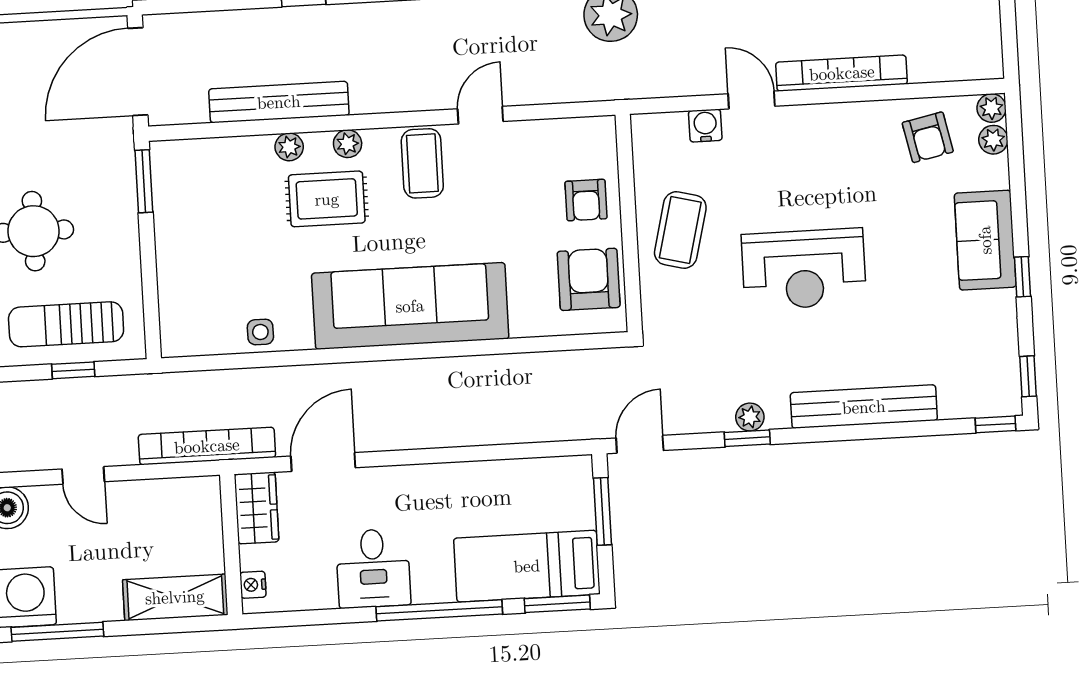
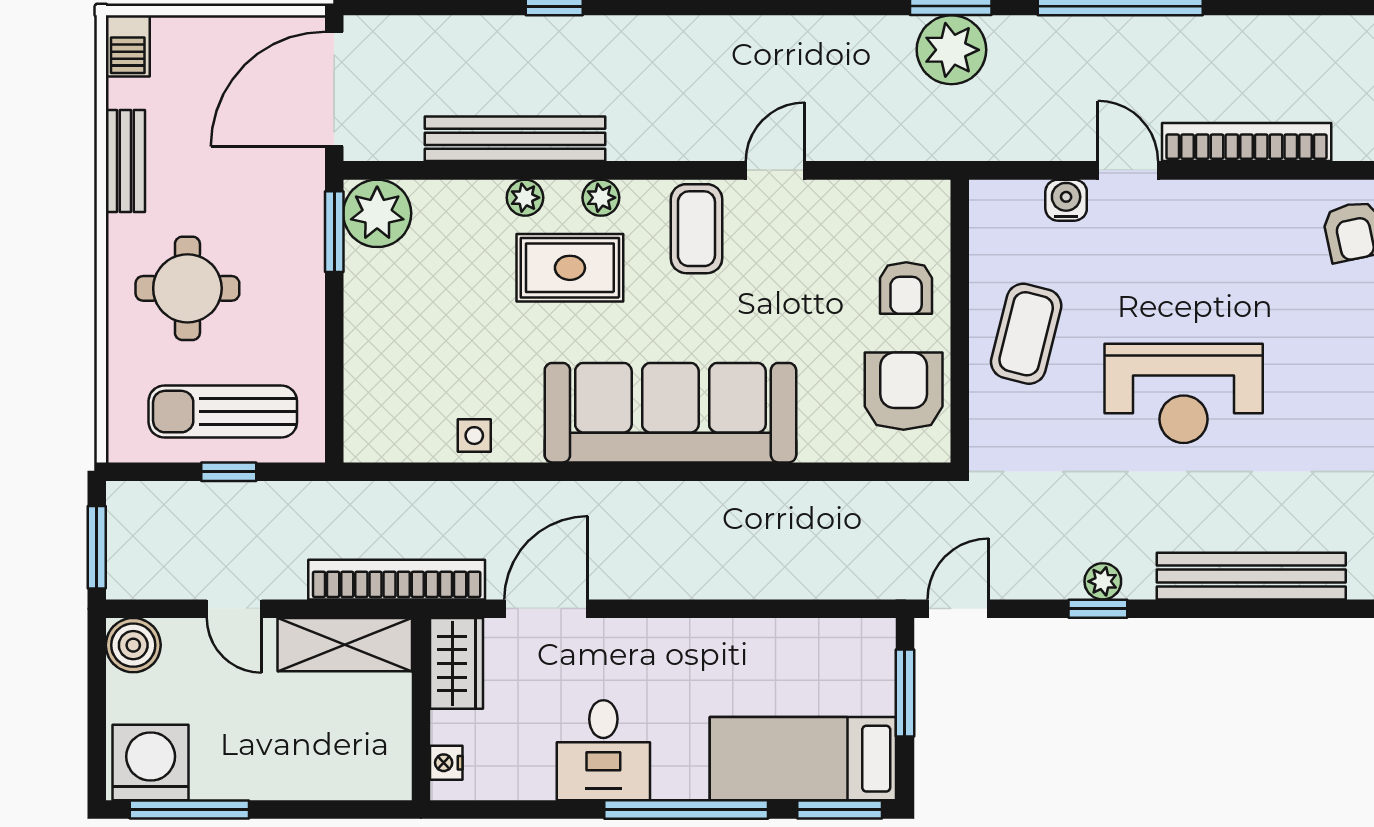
plant: (176, 165) -> (377, 213), added
shelving: (175, 597) -> (345, 645), moved

